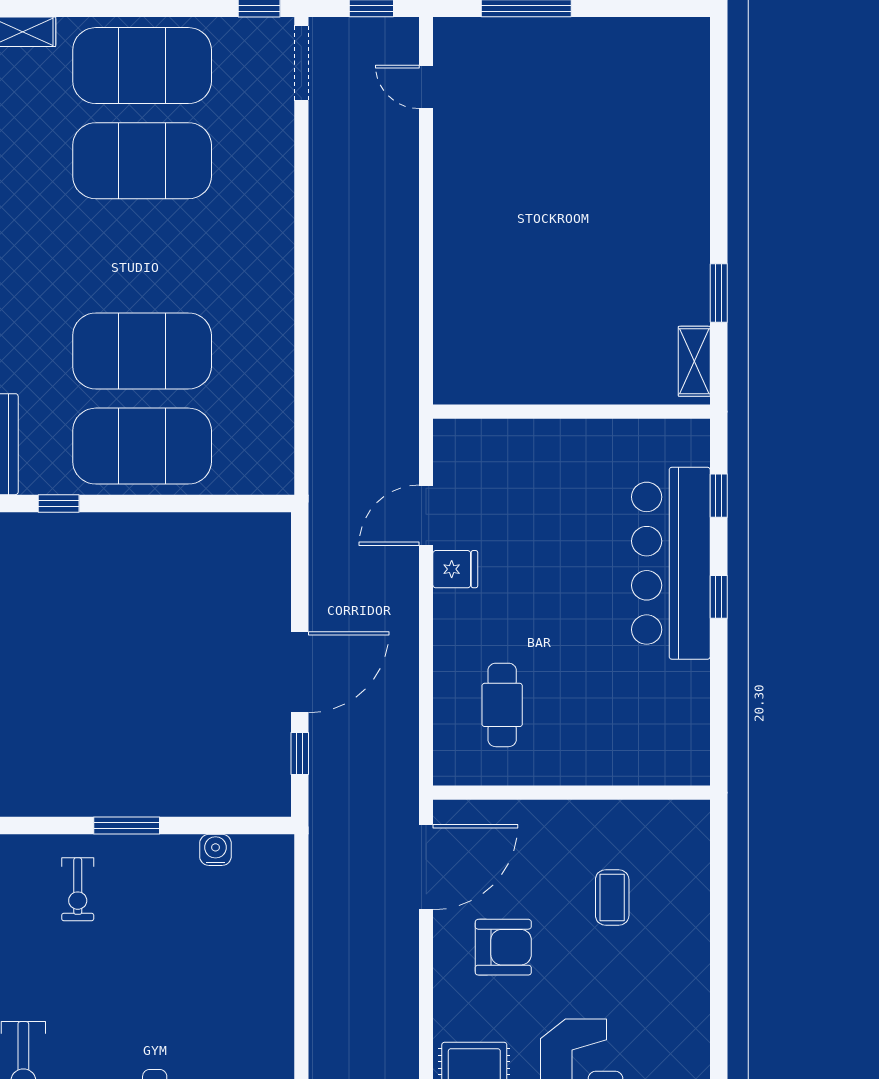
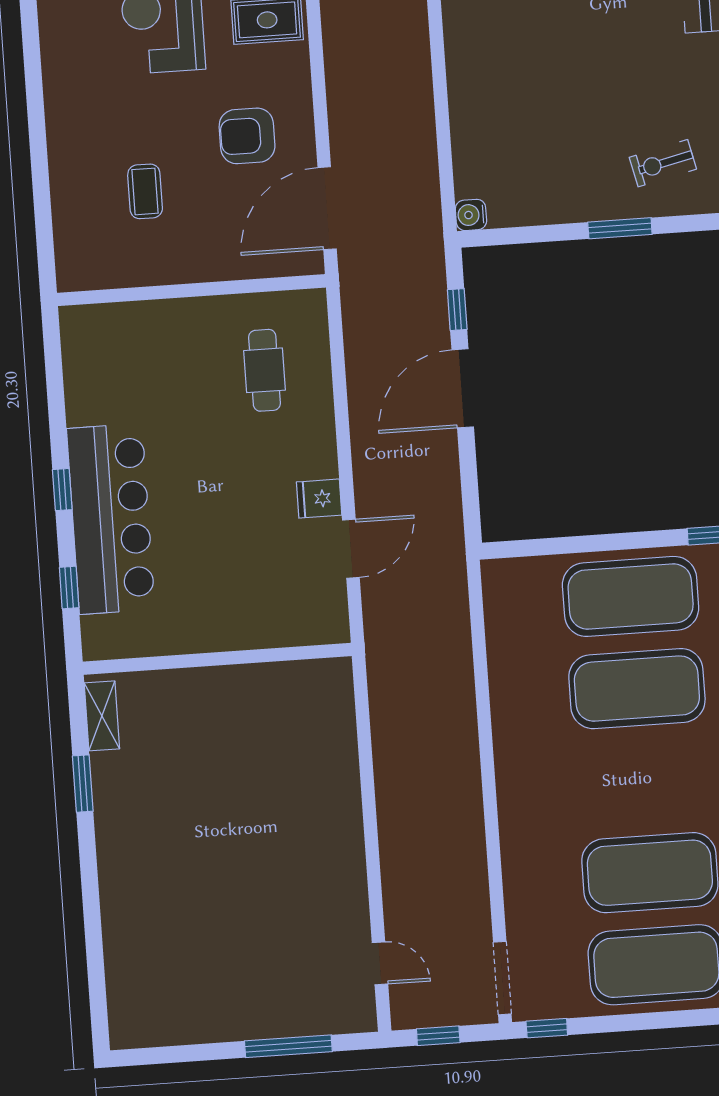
water cooler: (215, 850) -> (471, 215), moved, turned 90
exercise bike: (78, 889) -> (663, 163), turned -103

